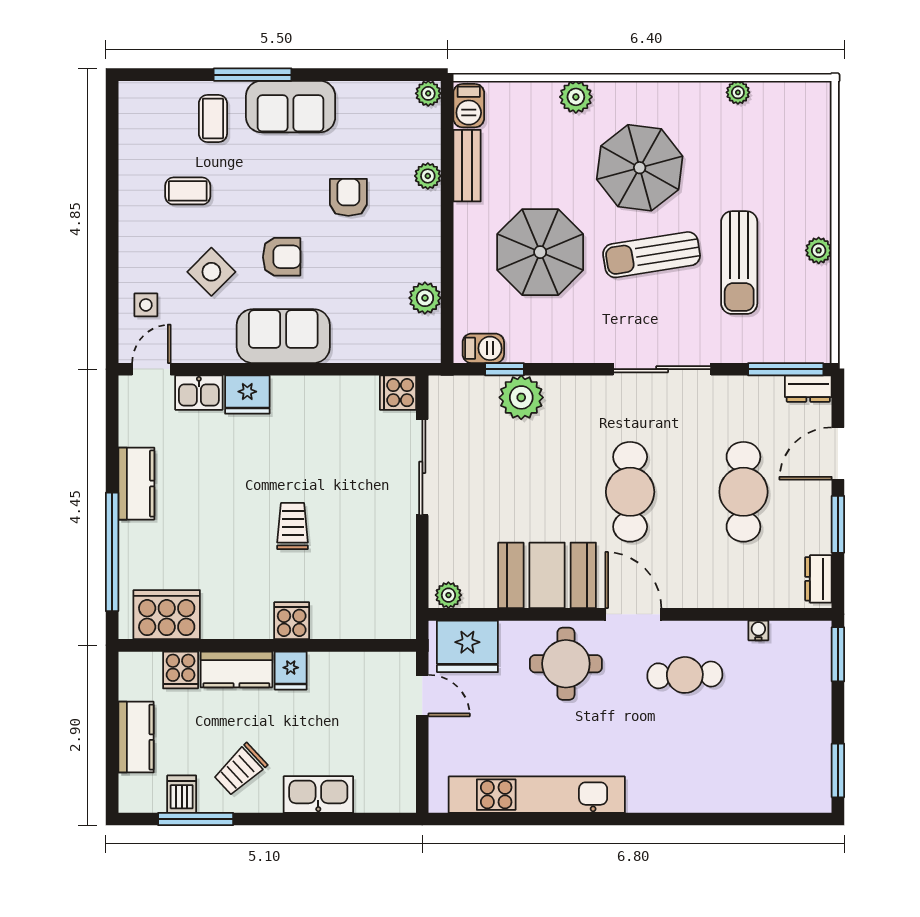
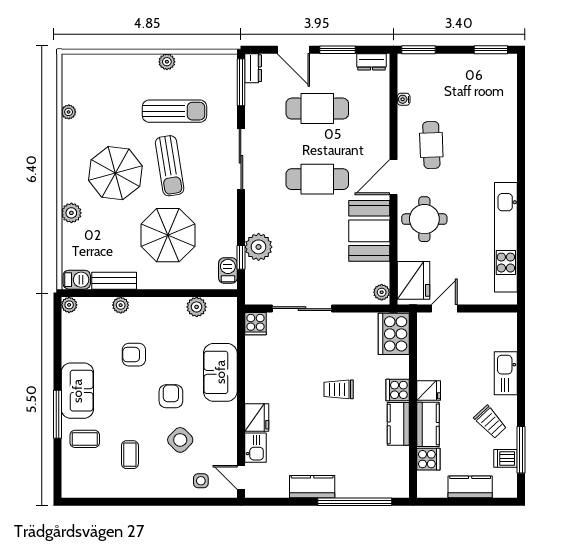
sofa: (283, 336) -> (220, 372), moved
cooker: (167, 615) -> (394, 334), moved
kitchen counter: (237, 622) -> (398, 424), added

